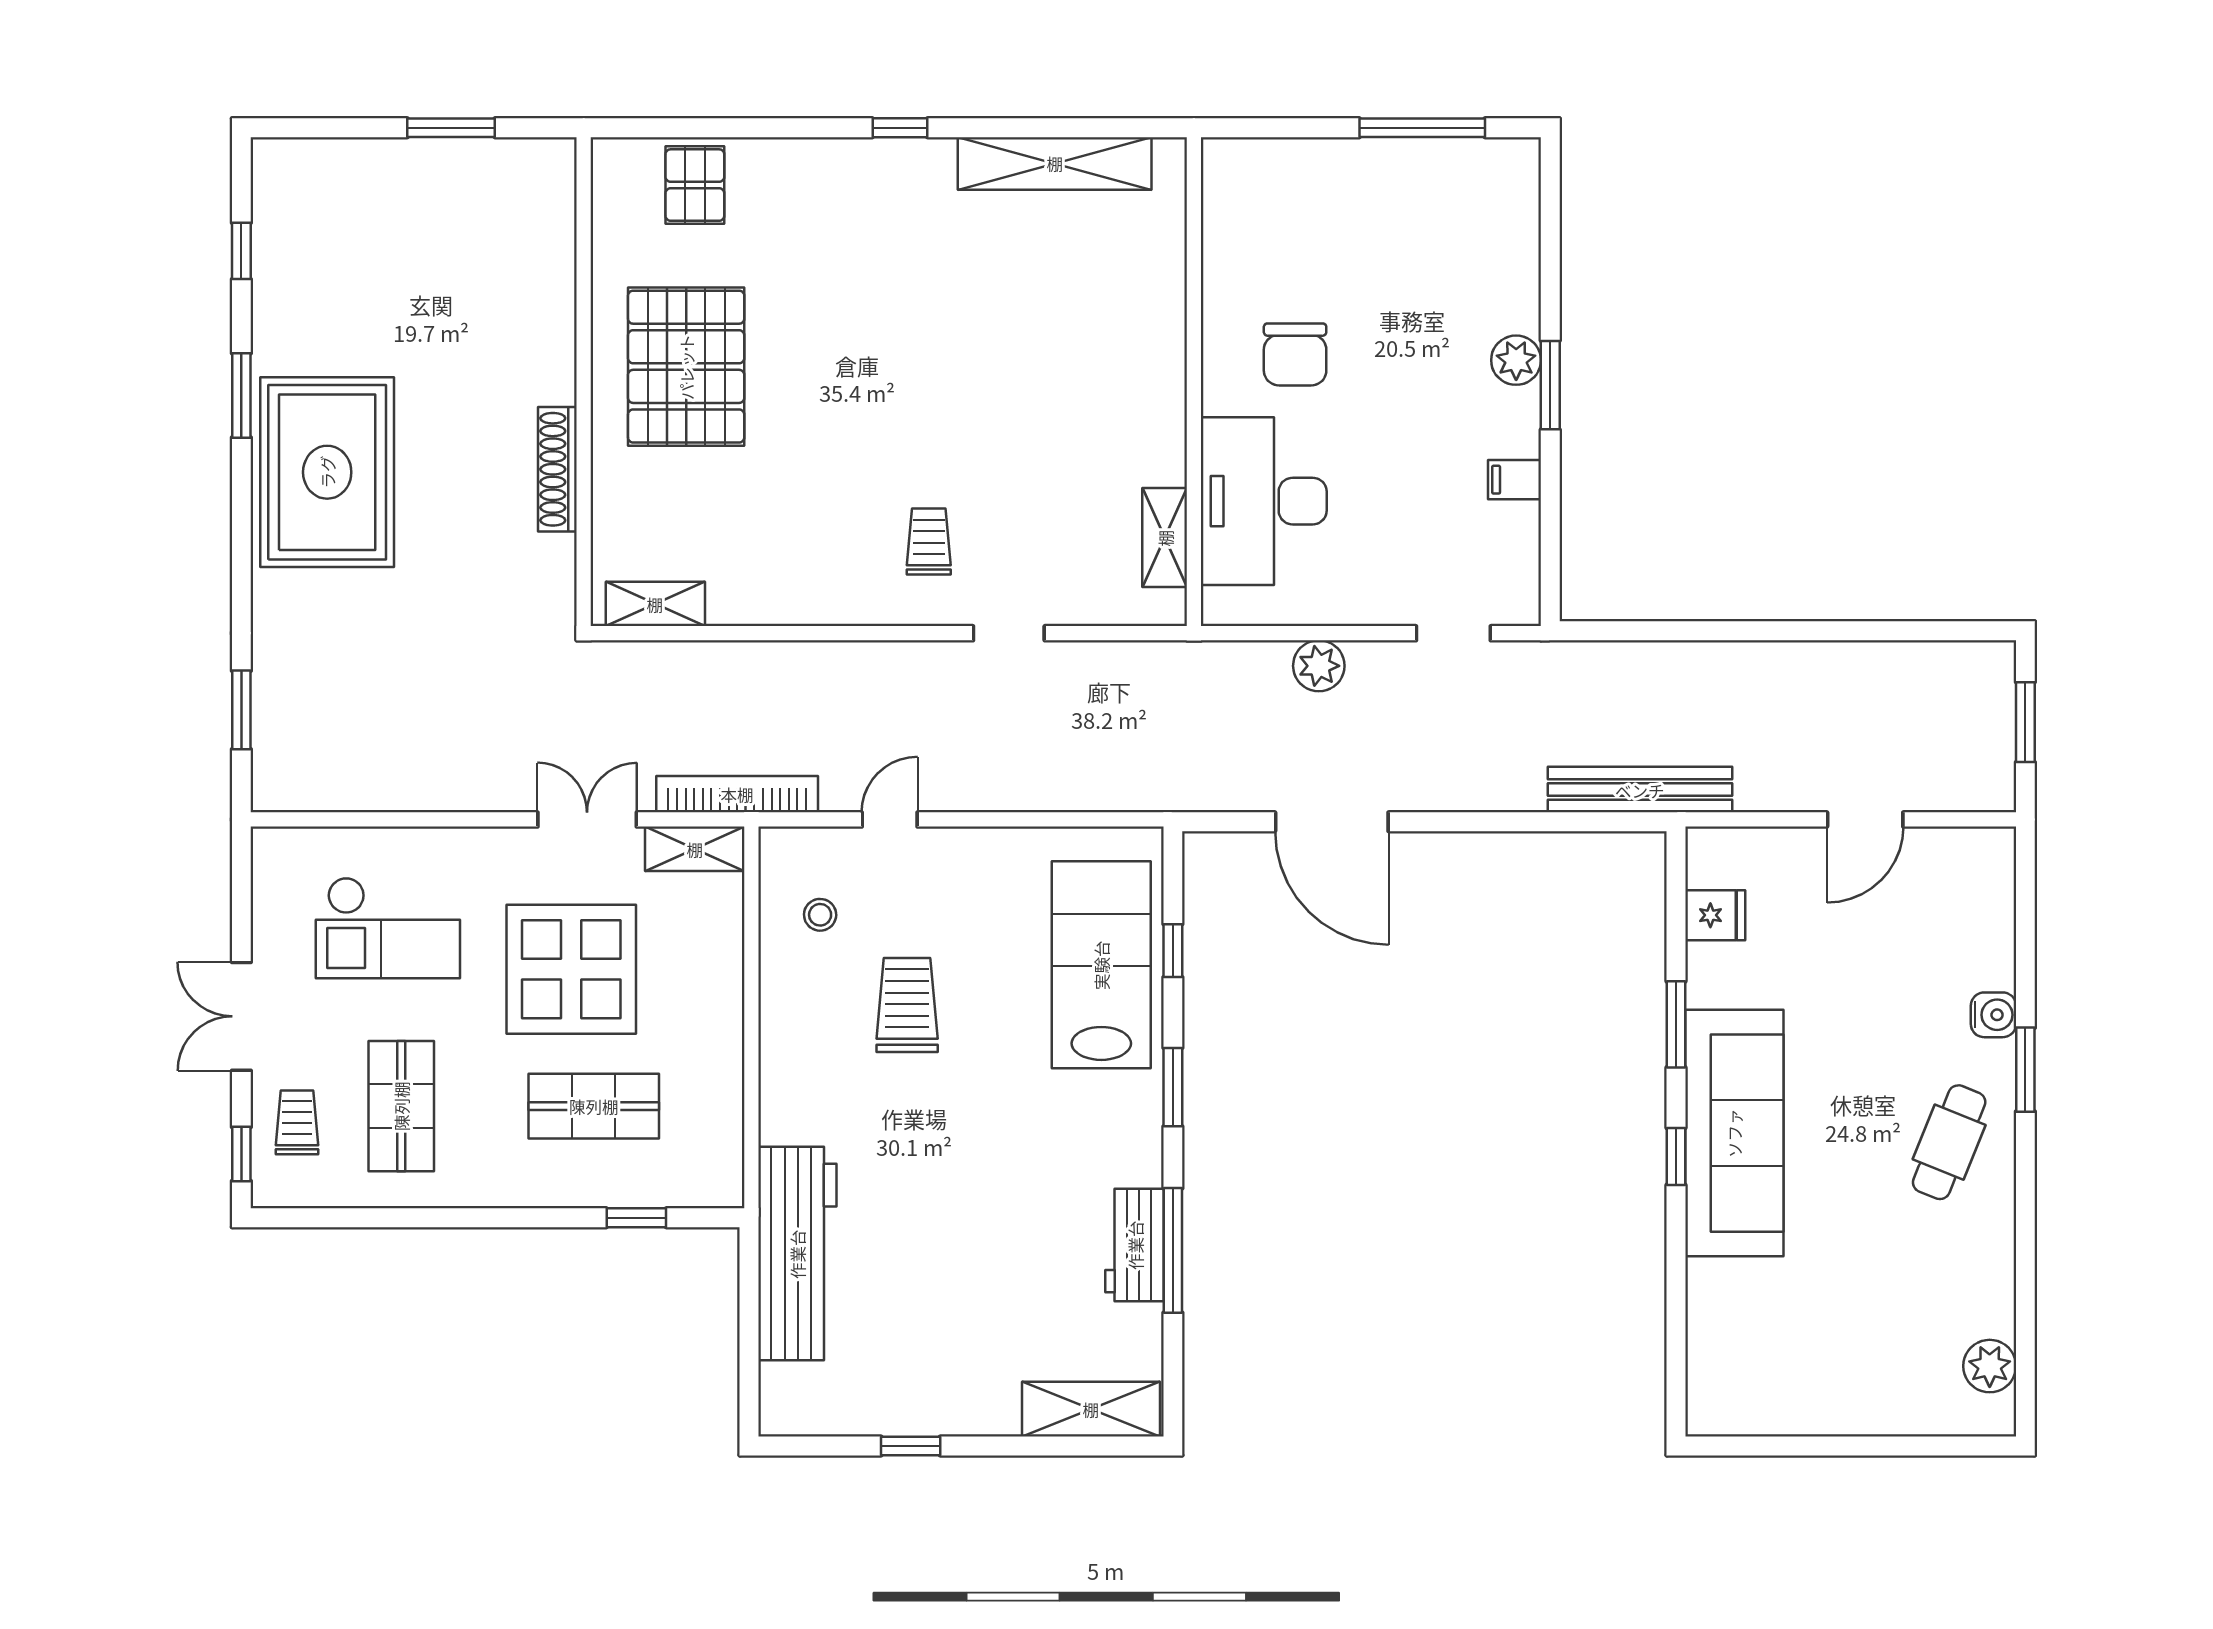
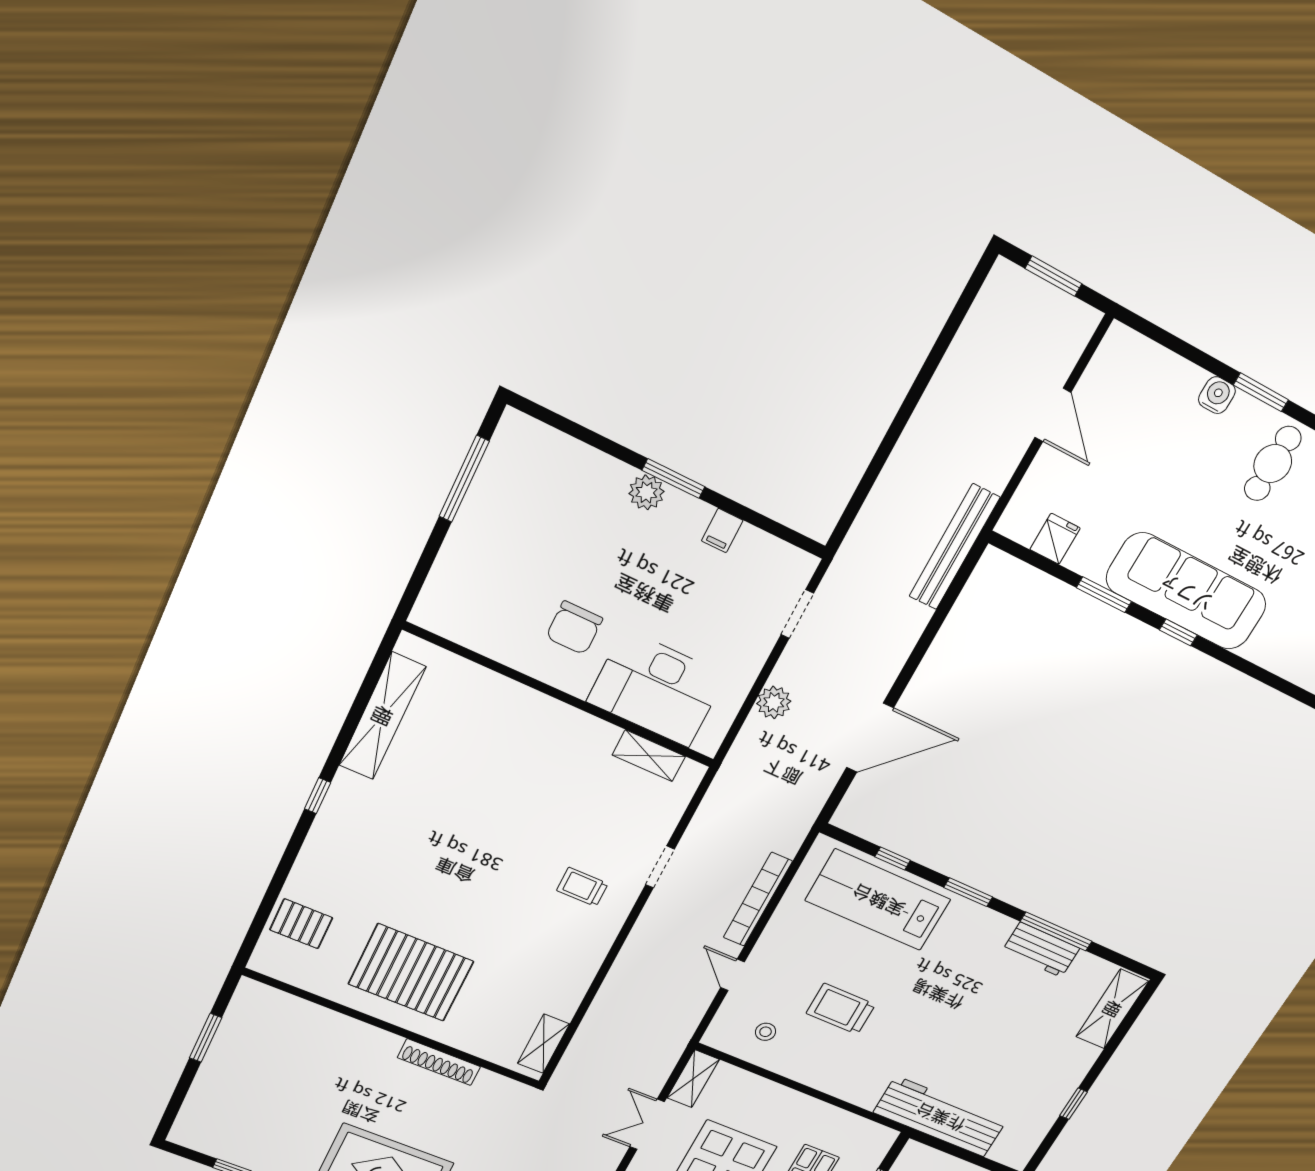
chair: (1295, 354) -> (574, 628), turned 90
bookcase: (737, 794) -> (758, 899), moved
cafe table: (1949, 1142) -> (1273, 464), turned 68

